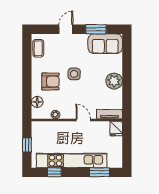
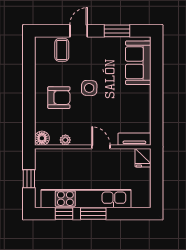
sofa: (105, 44) -> (138, 63), moved, turned 90
coffee table: (38, 48) -> (62, 50), moved
plant: (114, 81) -> (140, 97), removed
floor lamp: (37, 102) -> (42, 138), moved
window: (99, 172) -> (93, 214), moved

